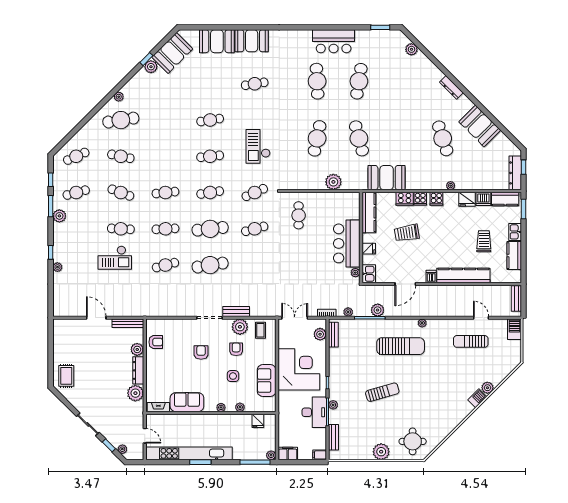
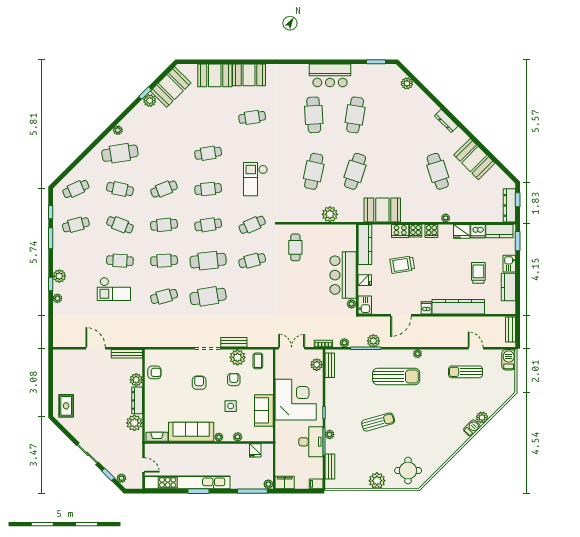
cafe table: (359, 138) -> (355, 171), turned 33
cafe table: (165, 156) -> (164, 189), added
plant: (59, 216) -> (59, 276), moved
sofa: (187, 402) -> (191, 432), width x1.36

